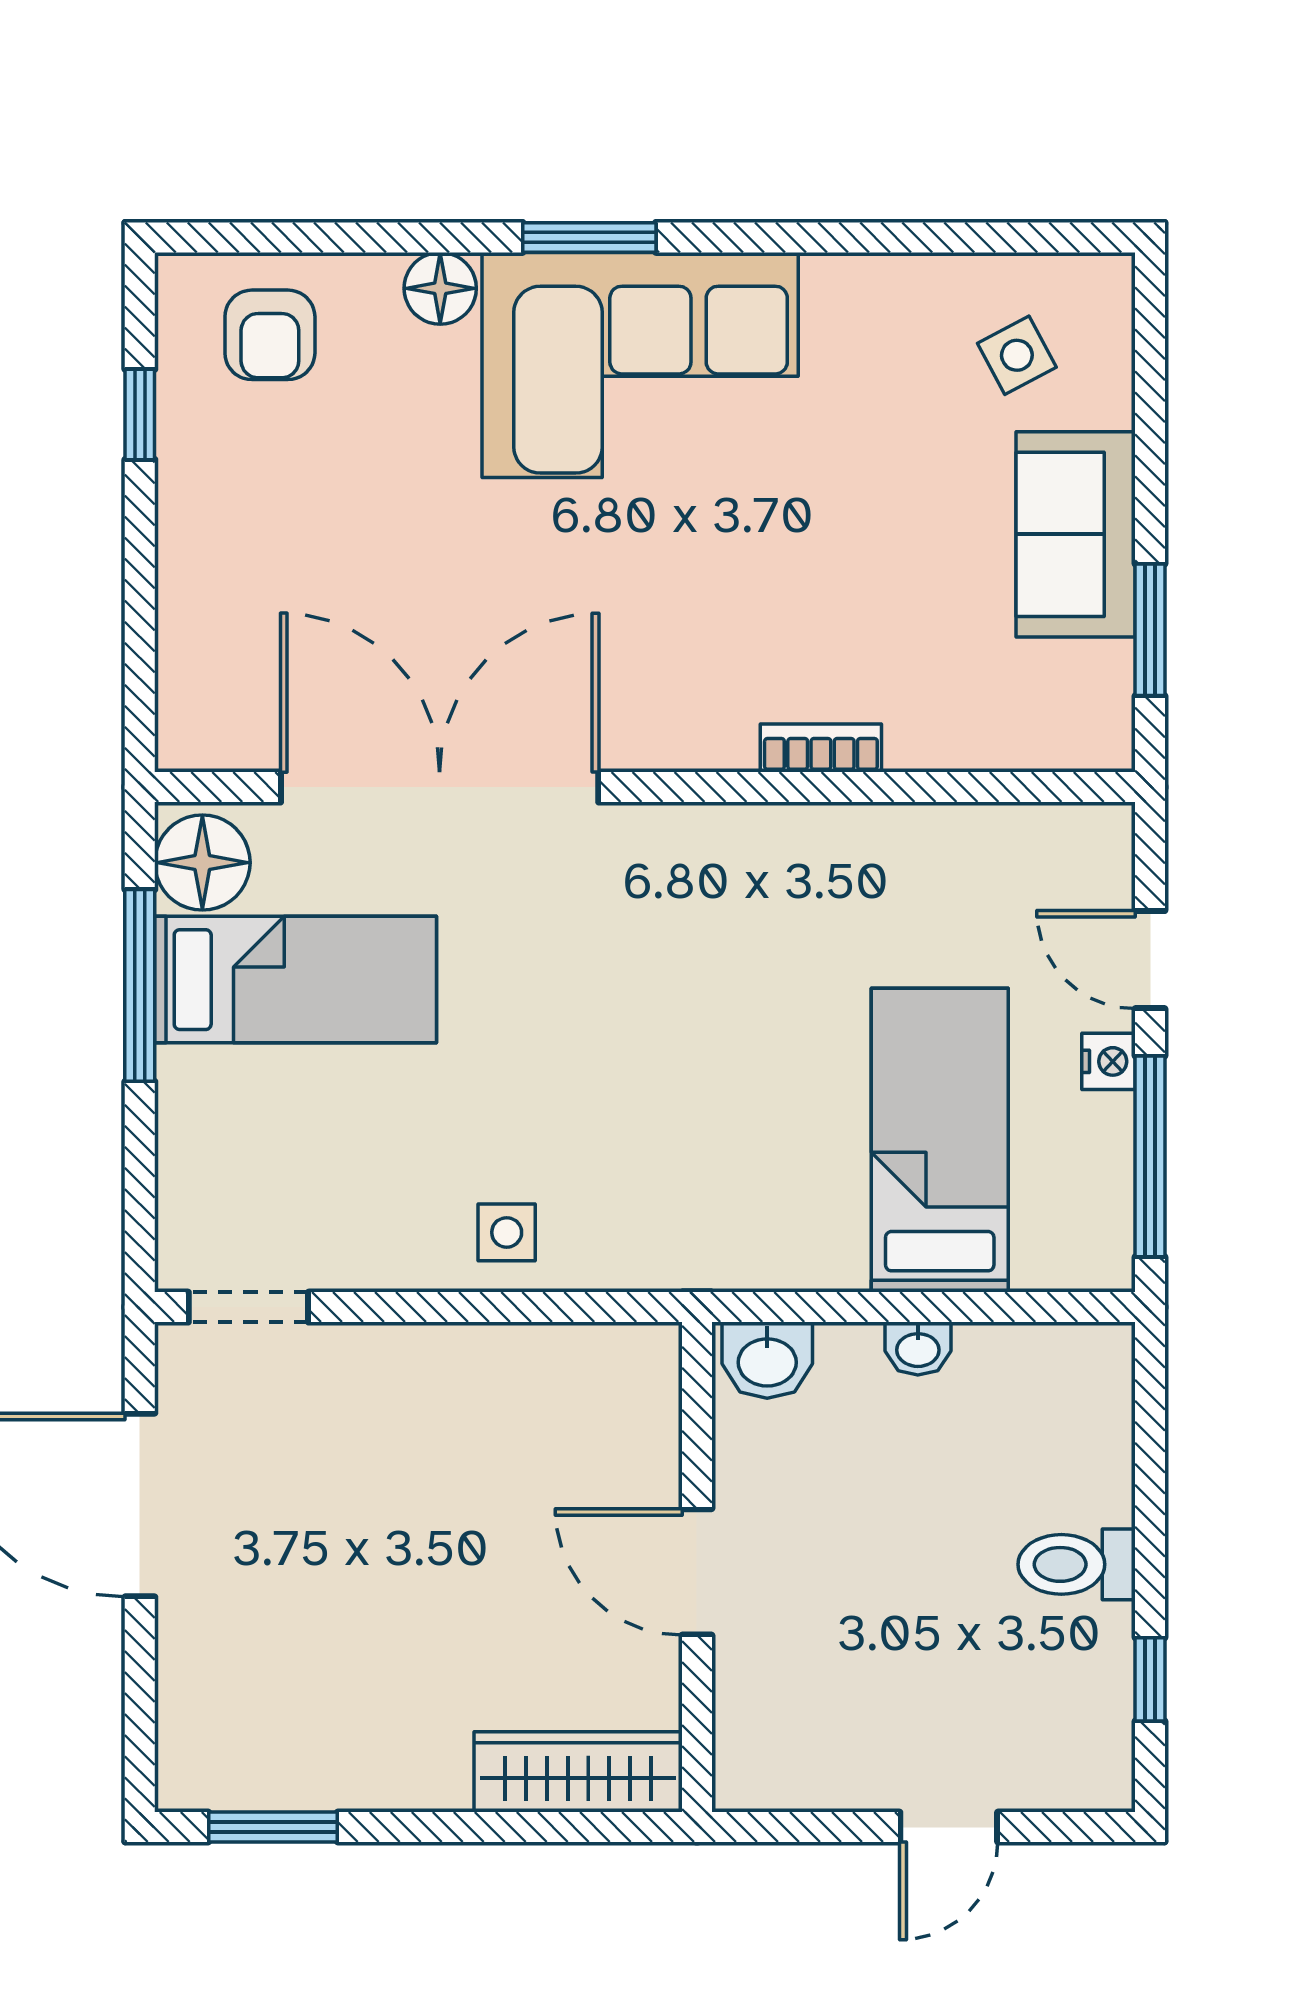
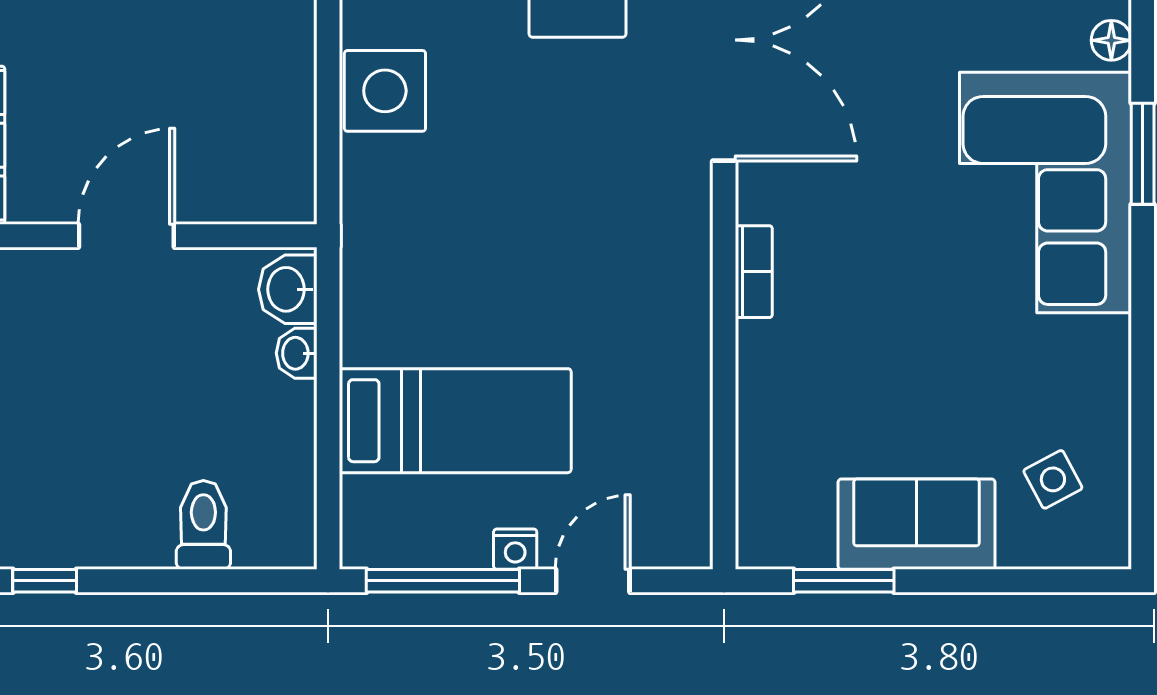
floor lamp: (440, 288) -> (1111, 40), width x0.73, depth x0.73
bookcase: (821, 748) -> (754, 272), moved
side table: (507, 1232) -> (385, 91), width x1.87, depth x1.87
washbasin: (918, 1348) -> (297, 353), moved
toilet: (1077, 1564) -> (203, 525), moved

